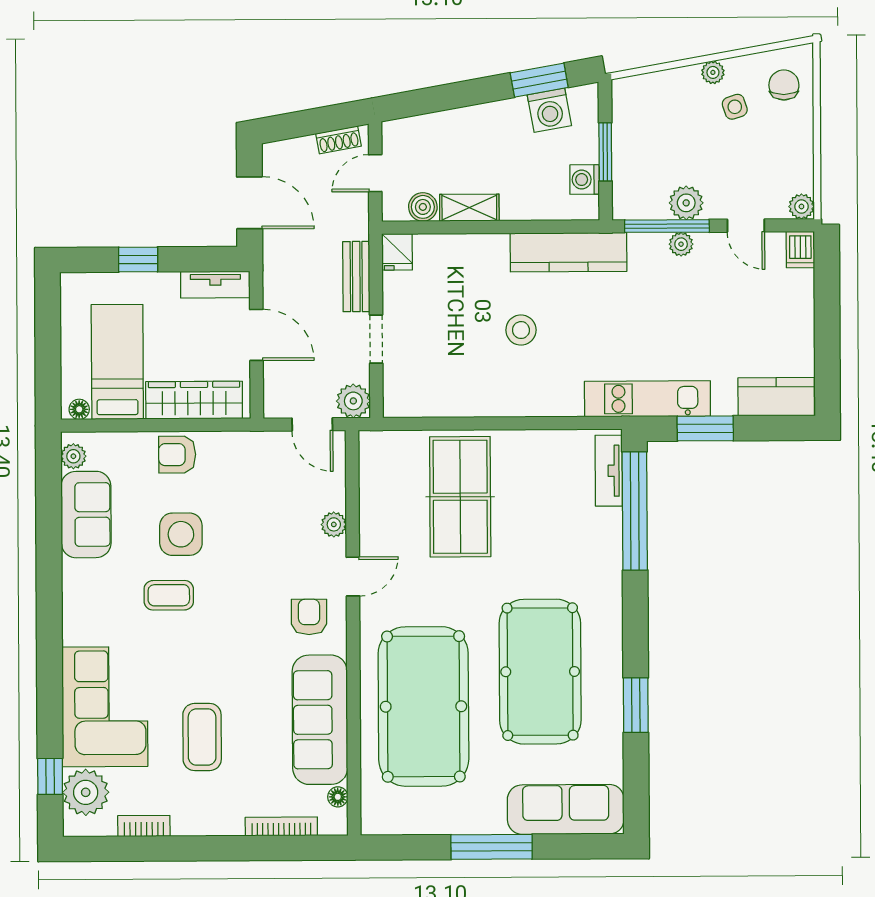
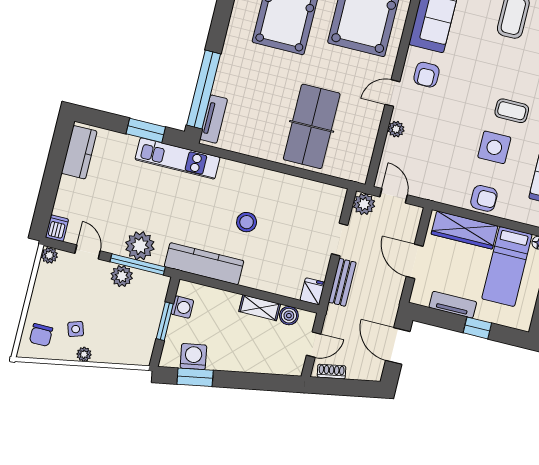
plant: (681, 244) -> (140, 246), width x1.88, depth x1.88
tv unit: (215, 285) -> (453, 305), moved
kitchen counter: (776, 397) -> (79, 152), moved, turned -90

